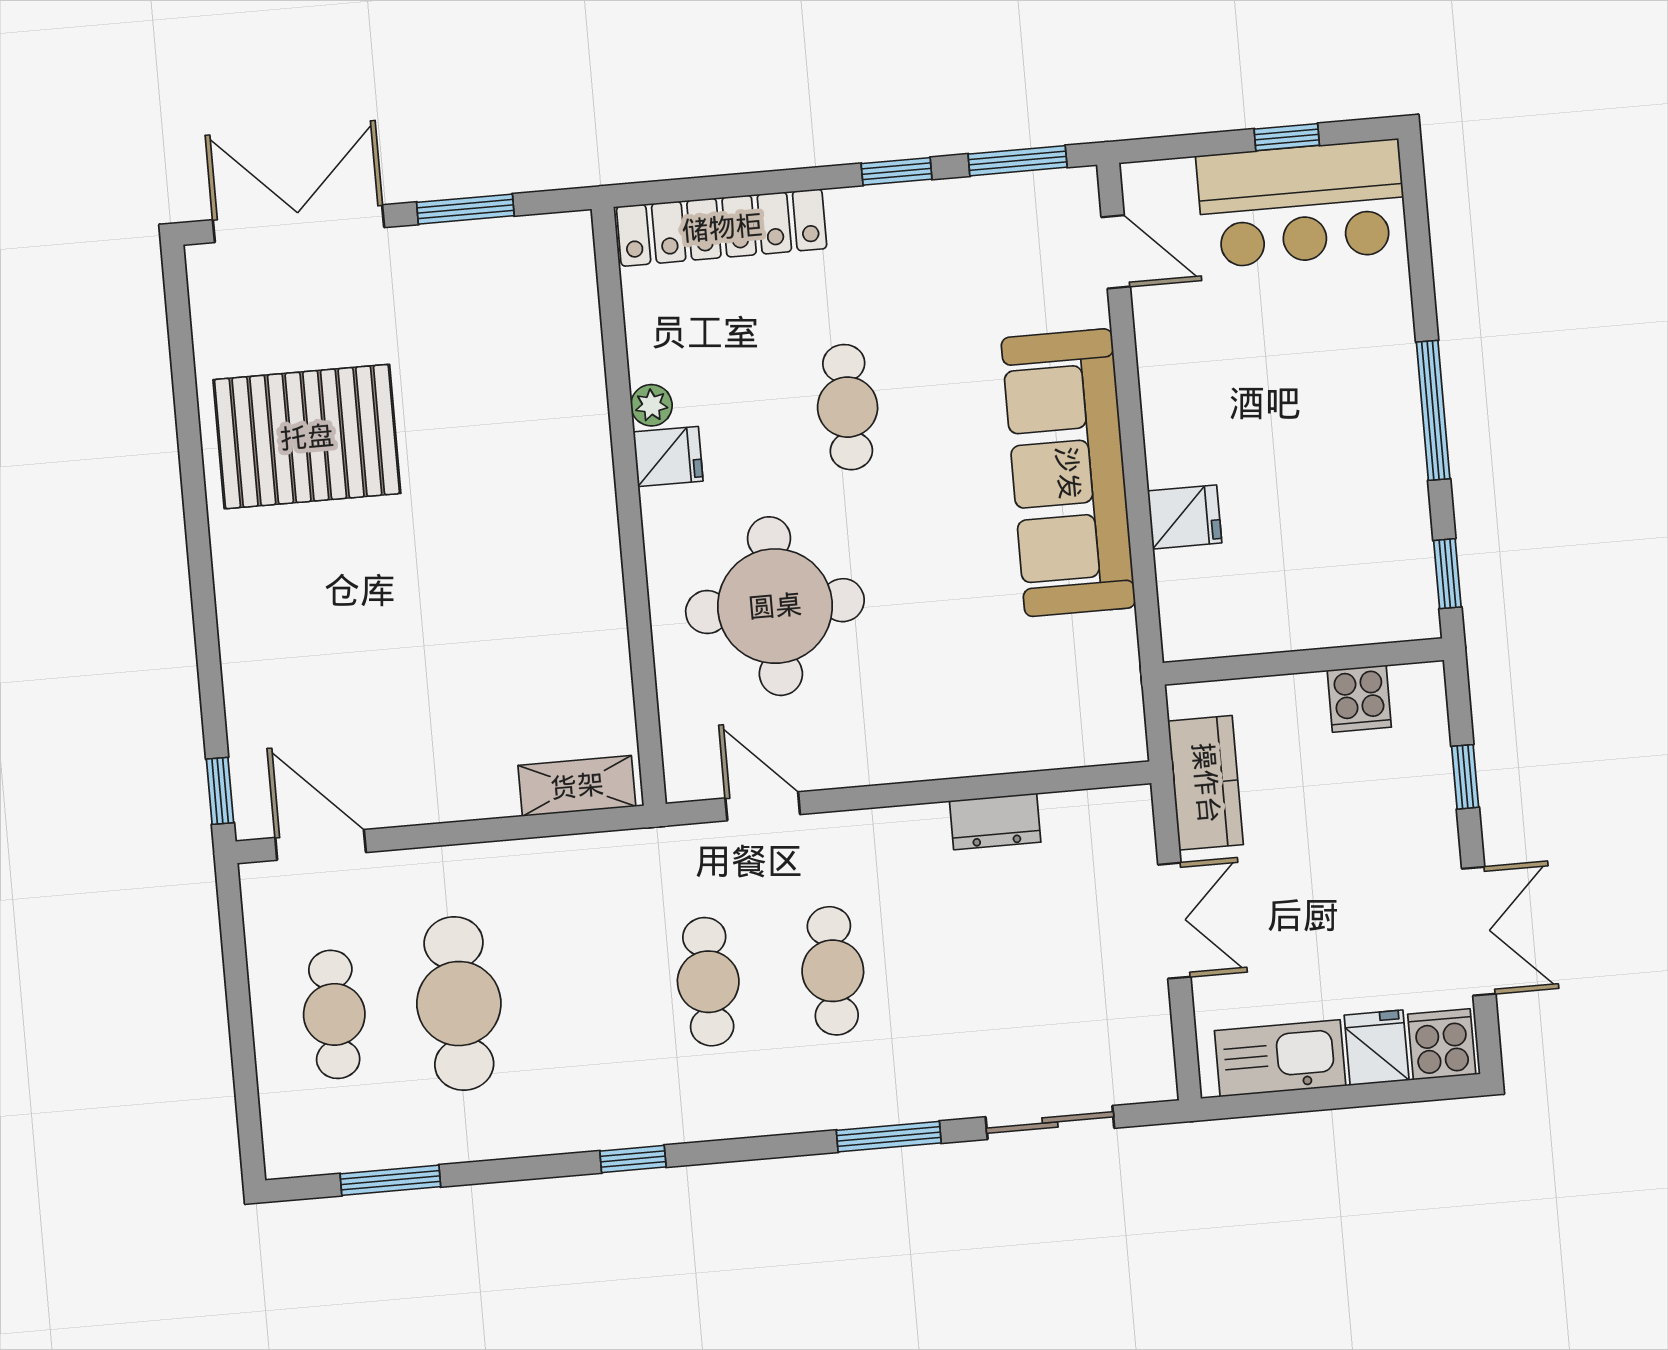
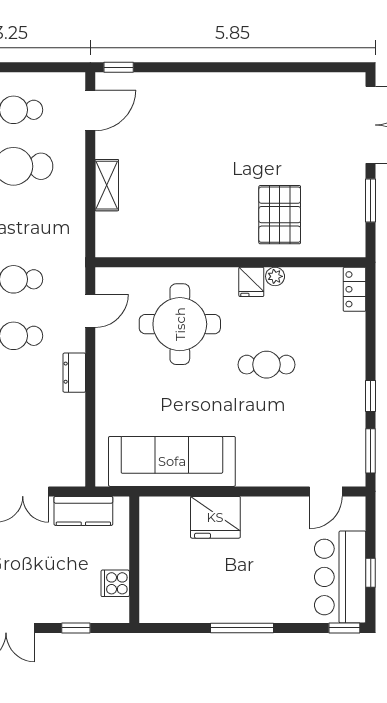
locker: (722, 228) -> (355, 289), width x0.46, depth x0.83
pallet: (307, 437) -> (280, 215), moved, width x0.73, depth x0.71
sofa: (1068, 473) -> (172, 461), moved
fridge: (1185, 517) -> (215, 517), width x1.88, depth x1.34
window: (1447, 574) -> (344, 628), moved
shelving: (577, 786) -> (107, 185), moved
dresser: (995, 821) -> (74, 373), moved

